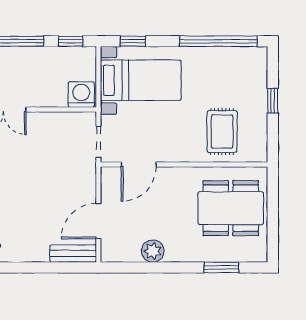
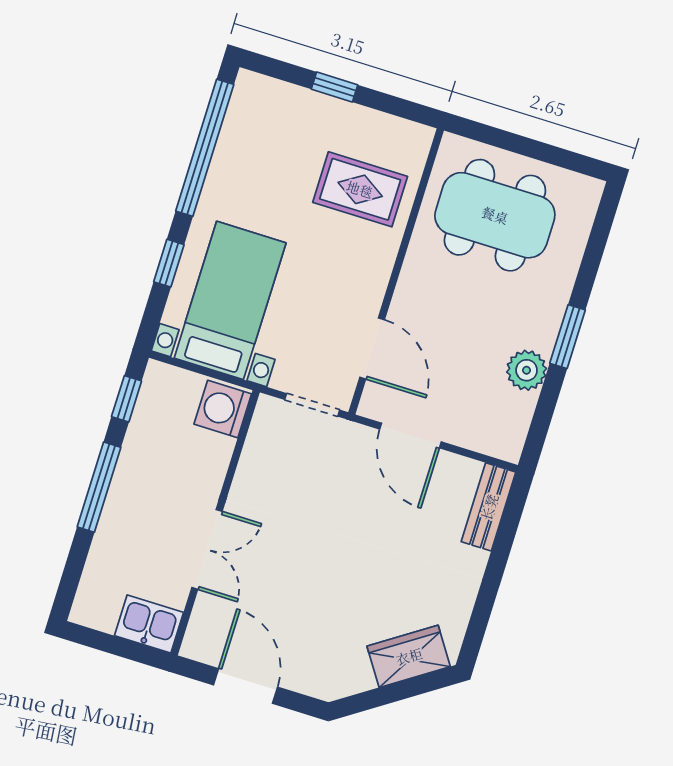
window: (133, 41) -> (169, 263), moved
dining table: (231, 208) -> (495, 215), turned 90
door: (98, 221) -> (411, 435), moved
window: (221, 267) -> (568, 337), moved

